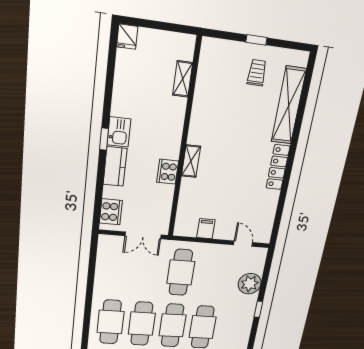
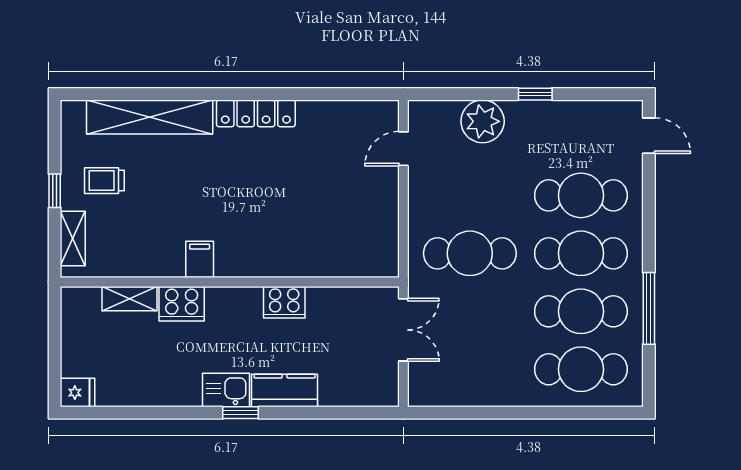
shelving: (191, 161) -> (73, 238), moved, turned 90
cooker: (111, 212) -> (182, 304), moved, turned 180
filing cabinet: (206, 229) -> (200, 259), moved, turned 90

